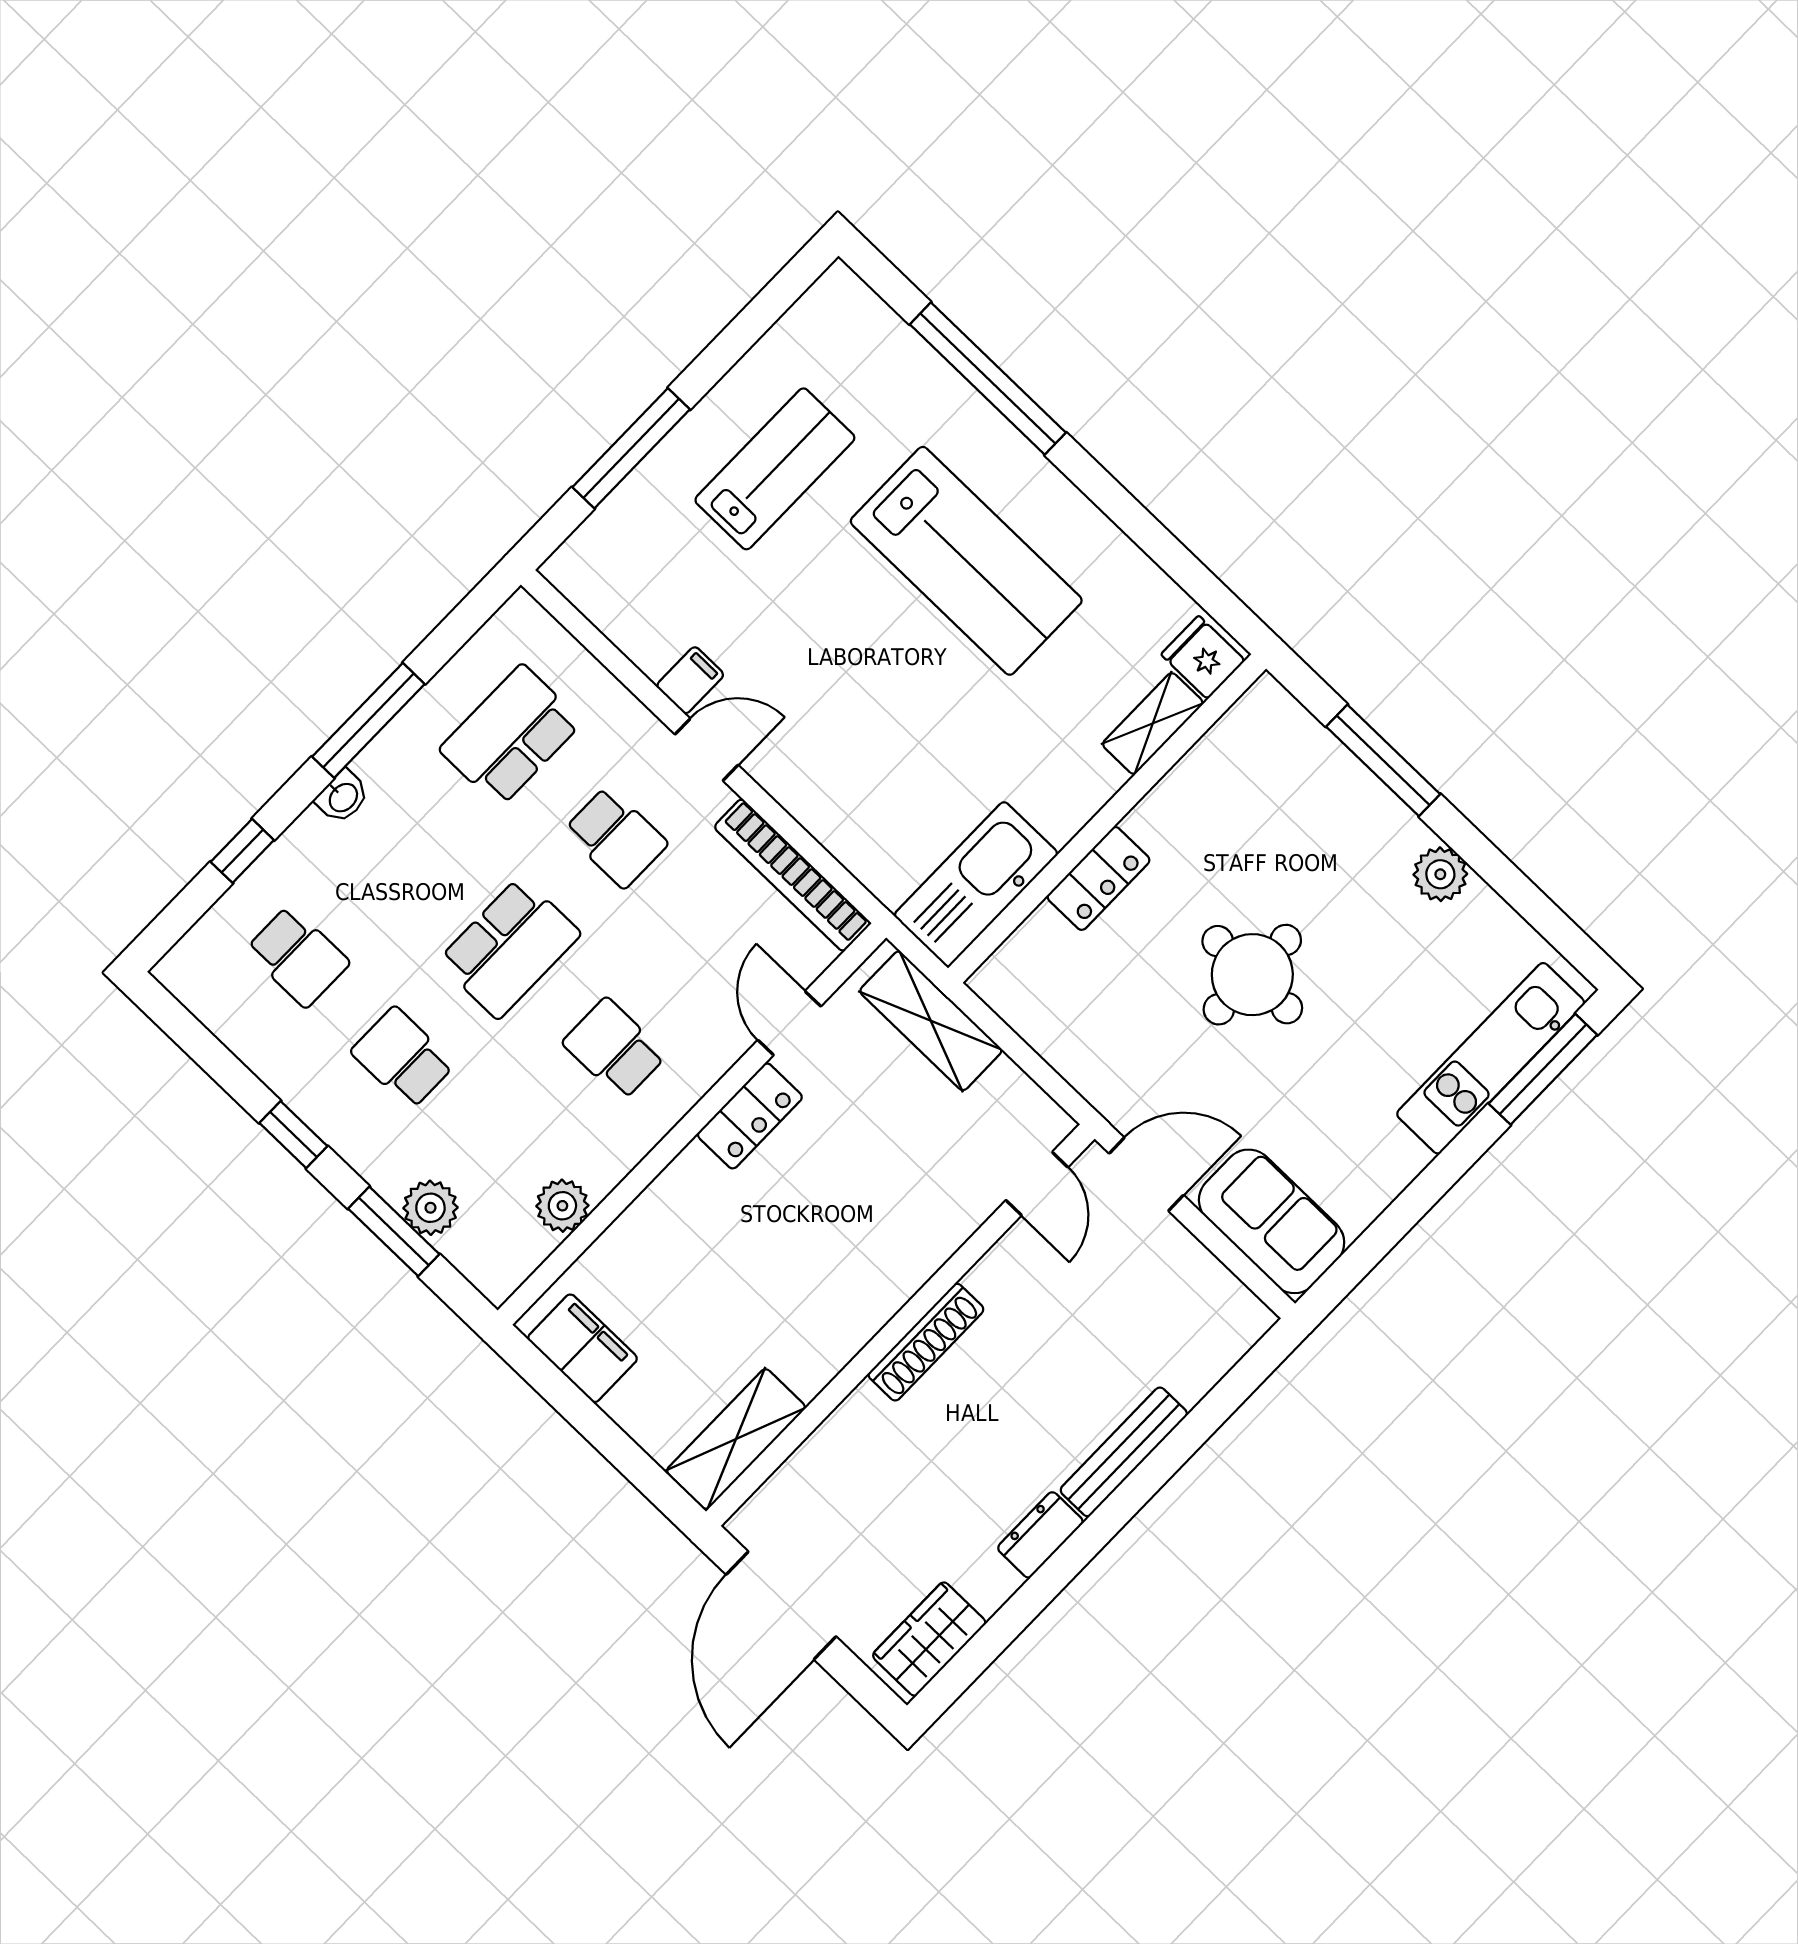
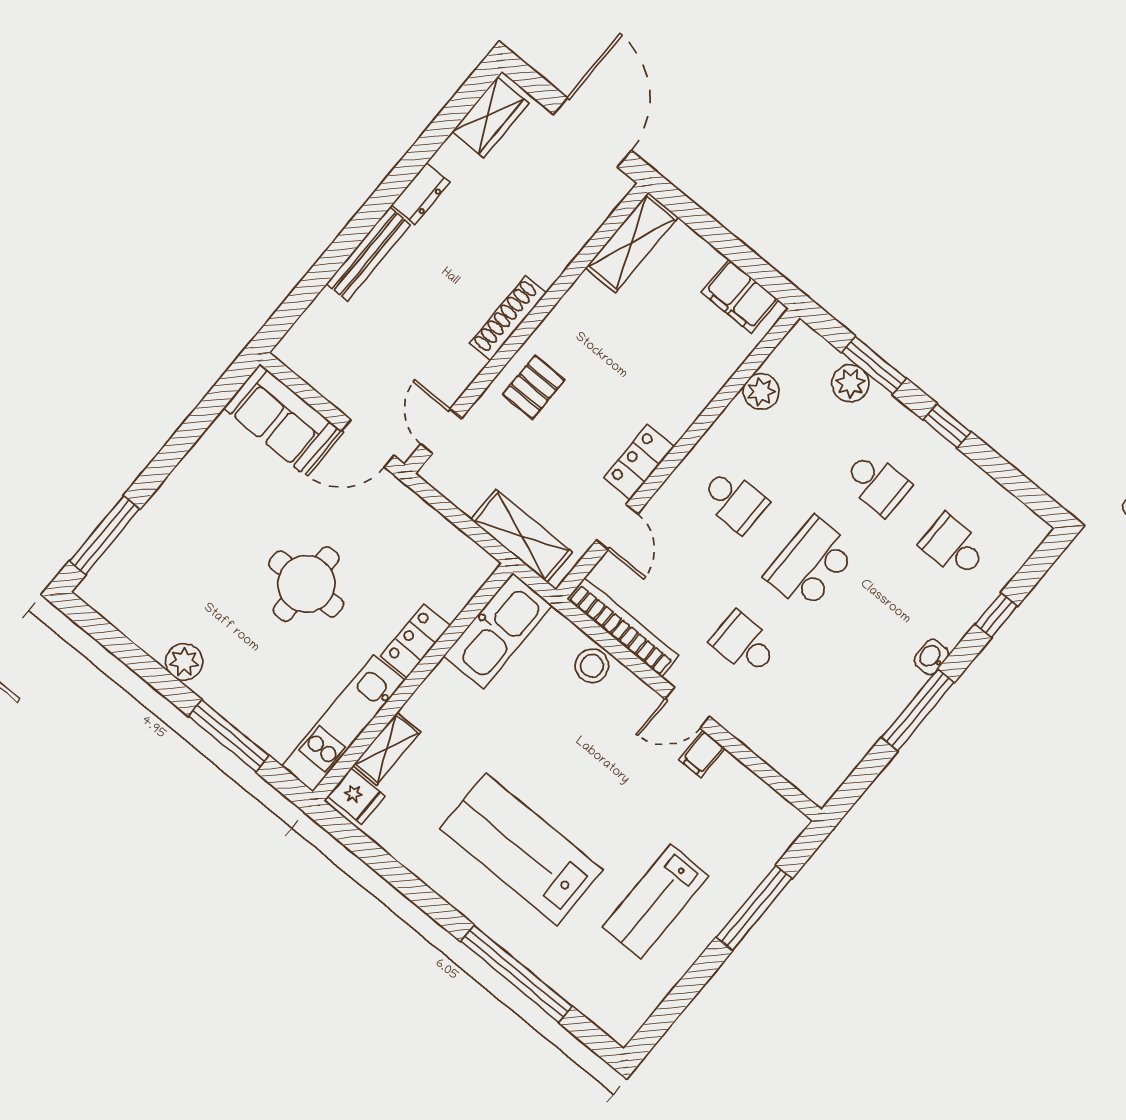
school desk: (511, 736) -> (821, 707), removed
stool: (842, 822) -> (592, 666), added
kitchen unit: (1491, 1058) -> (343, 723), moved, turned 180
pallet: (896, 1238) -> (534, 387), added

